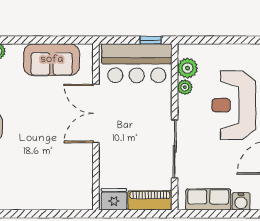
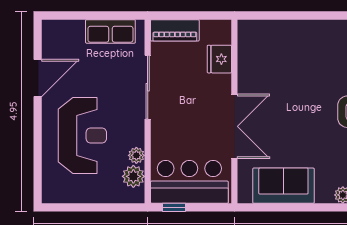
fridge: (114, 199) -> (219, 59), moved, turned 90
water cooler: (241, 201) -> (74, 29), removed

